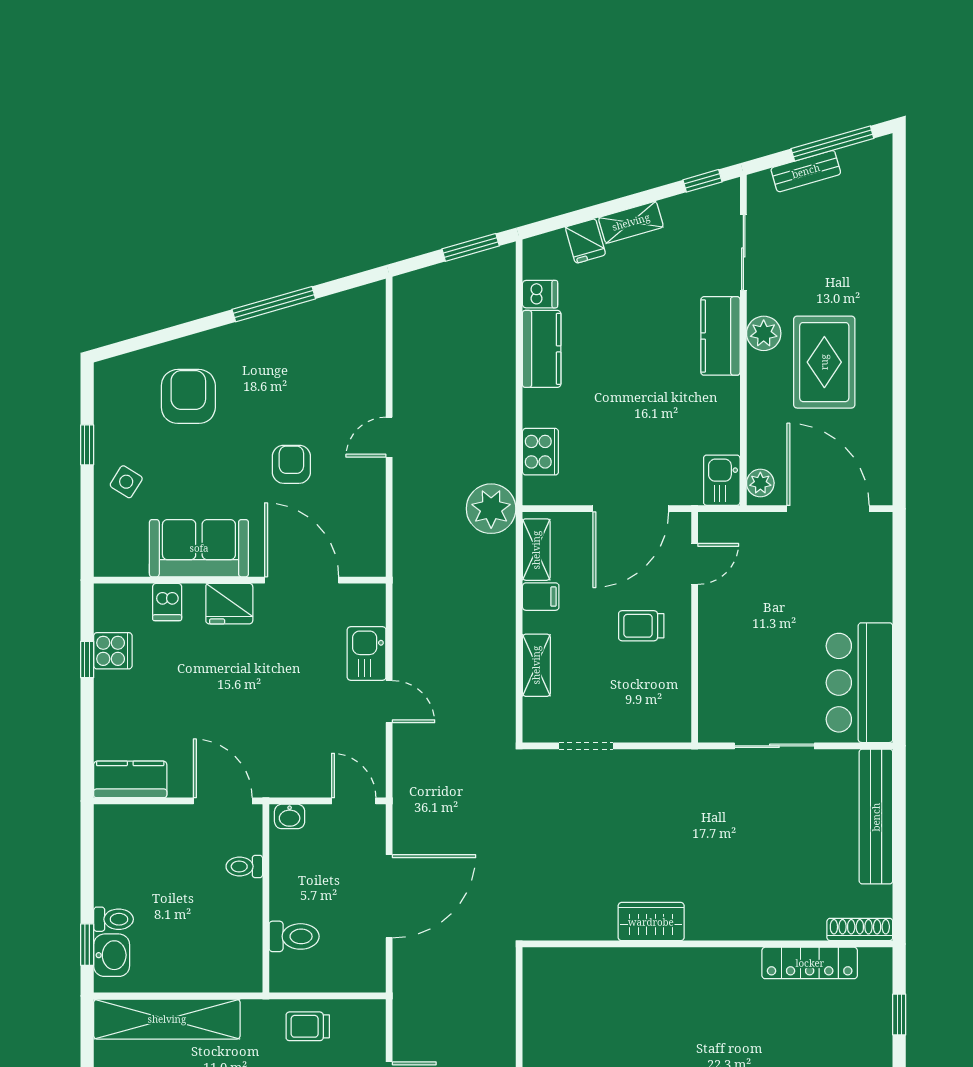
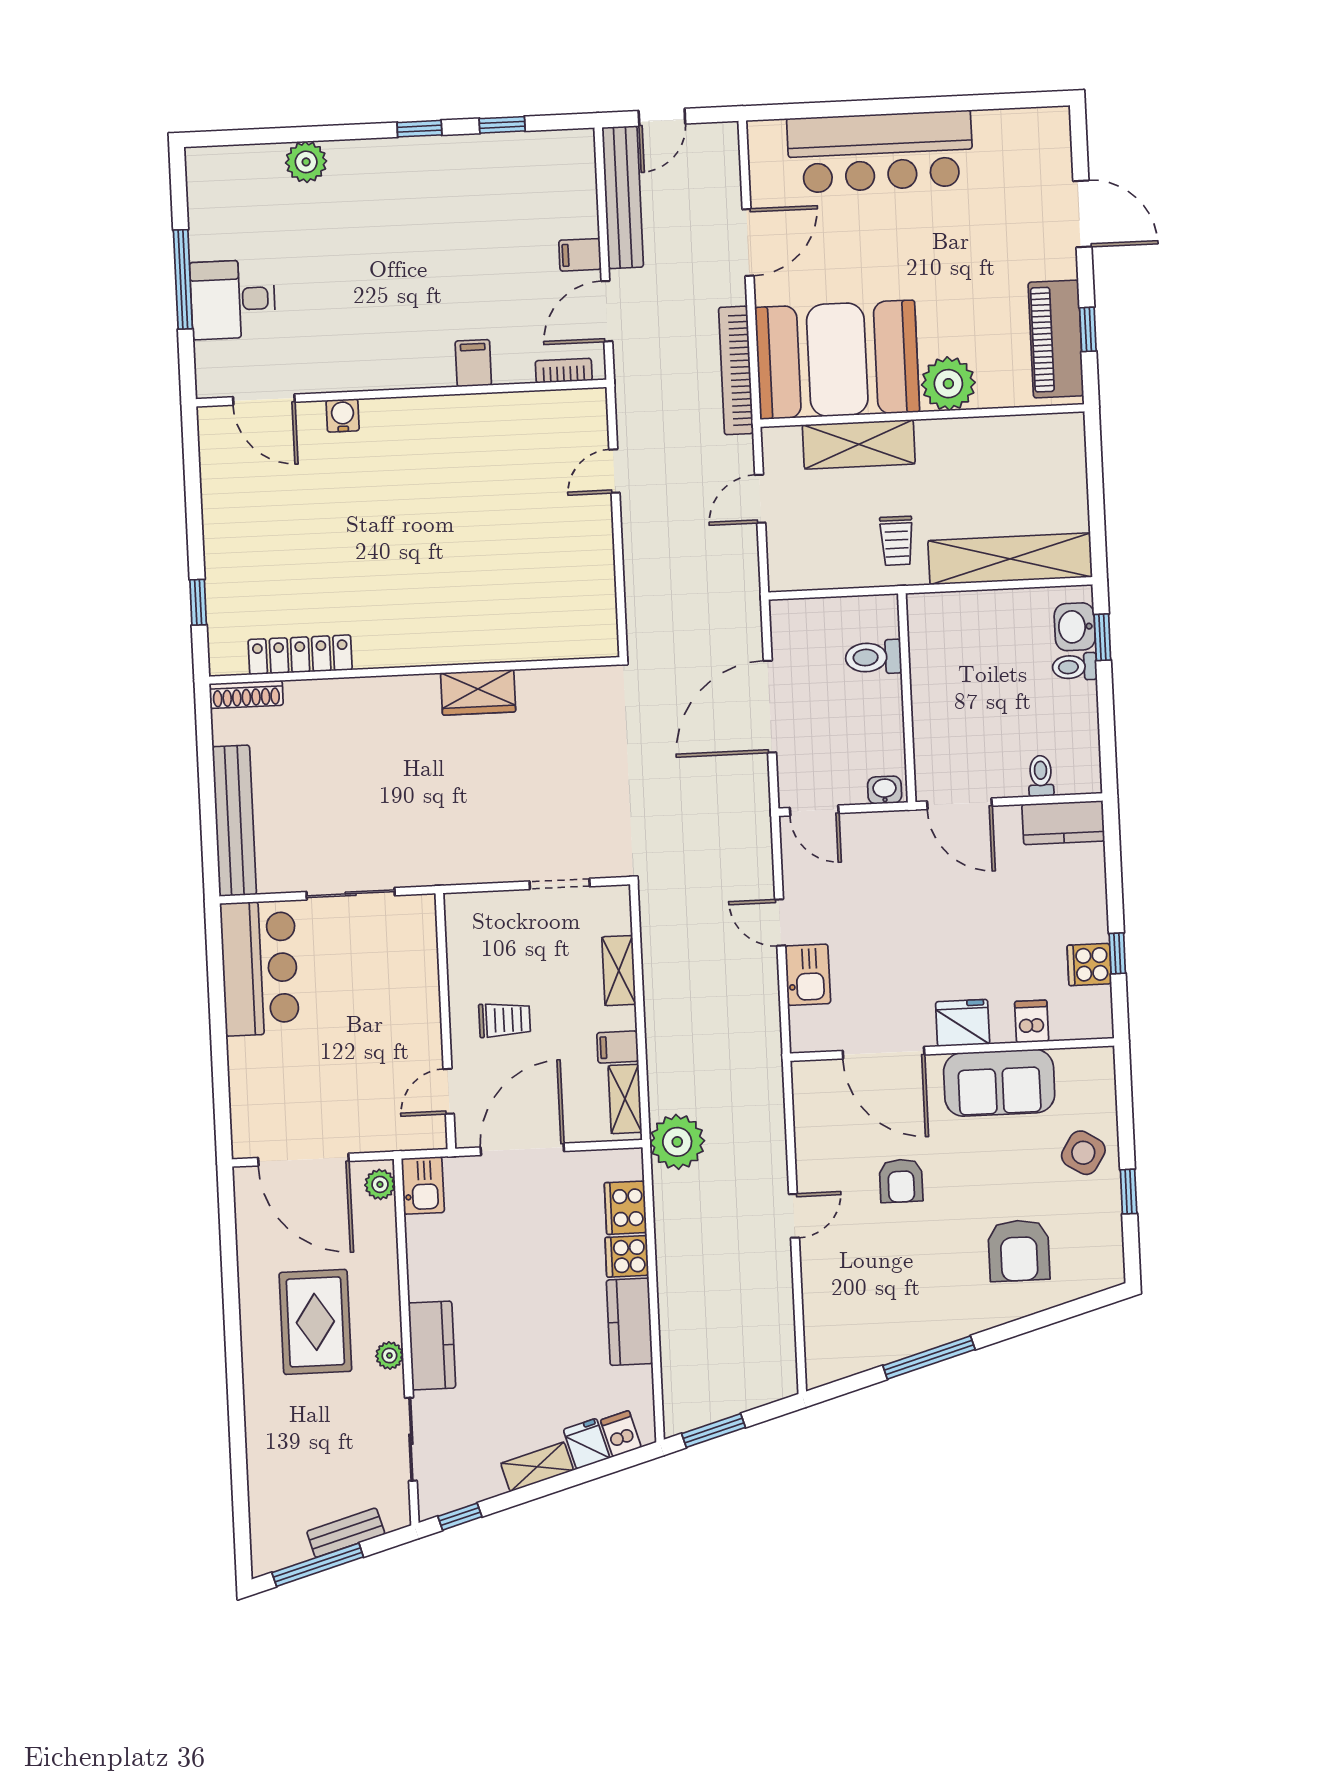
dishwasher: (540, 294) -> (621, 1434), moved, turned 74
plant: (764, 333) -> (389, 1356), width x0.73, depth x0.73
cooker: (541, 408) -> (627, 1256), added
side table: (126, 482) -> (1083, 1153), width x1.37, depth x1.37
toilet: (244, 866) -> (1041, 776), moved, turned -90
trolley: (308, 1026) -> (897, 541), moved, turned 90

